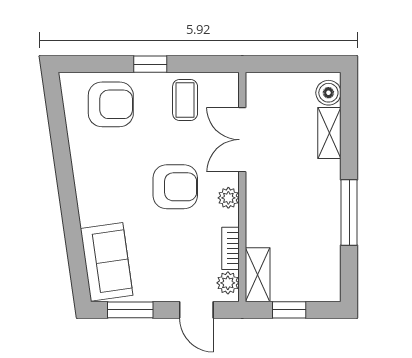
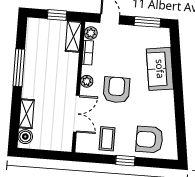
armchair: (175, 187) -> (116, 90), turned 90
sofa: (107, 262) -> (160, 69), moved

